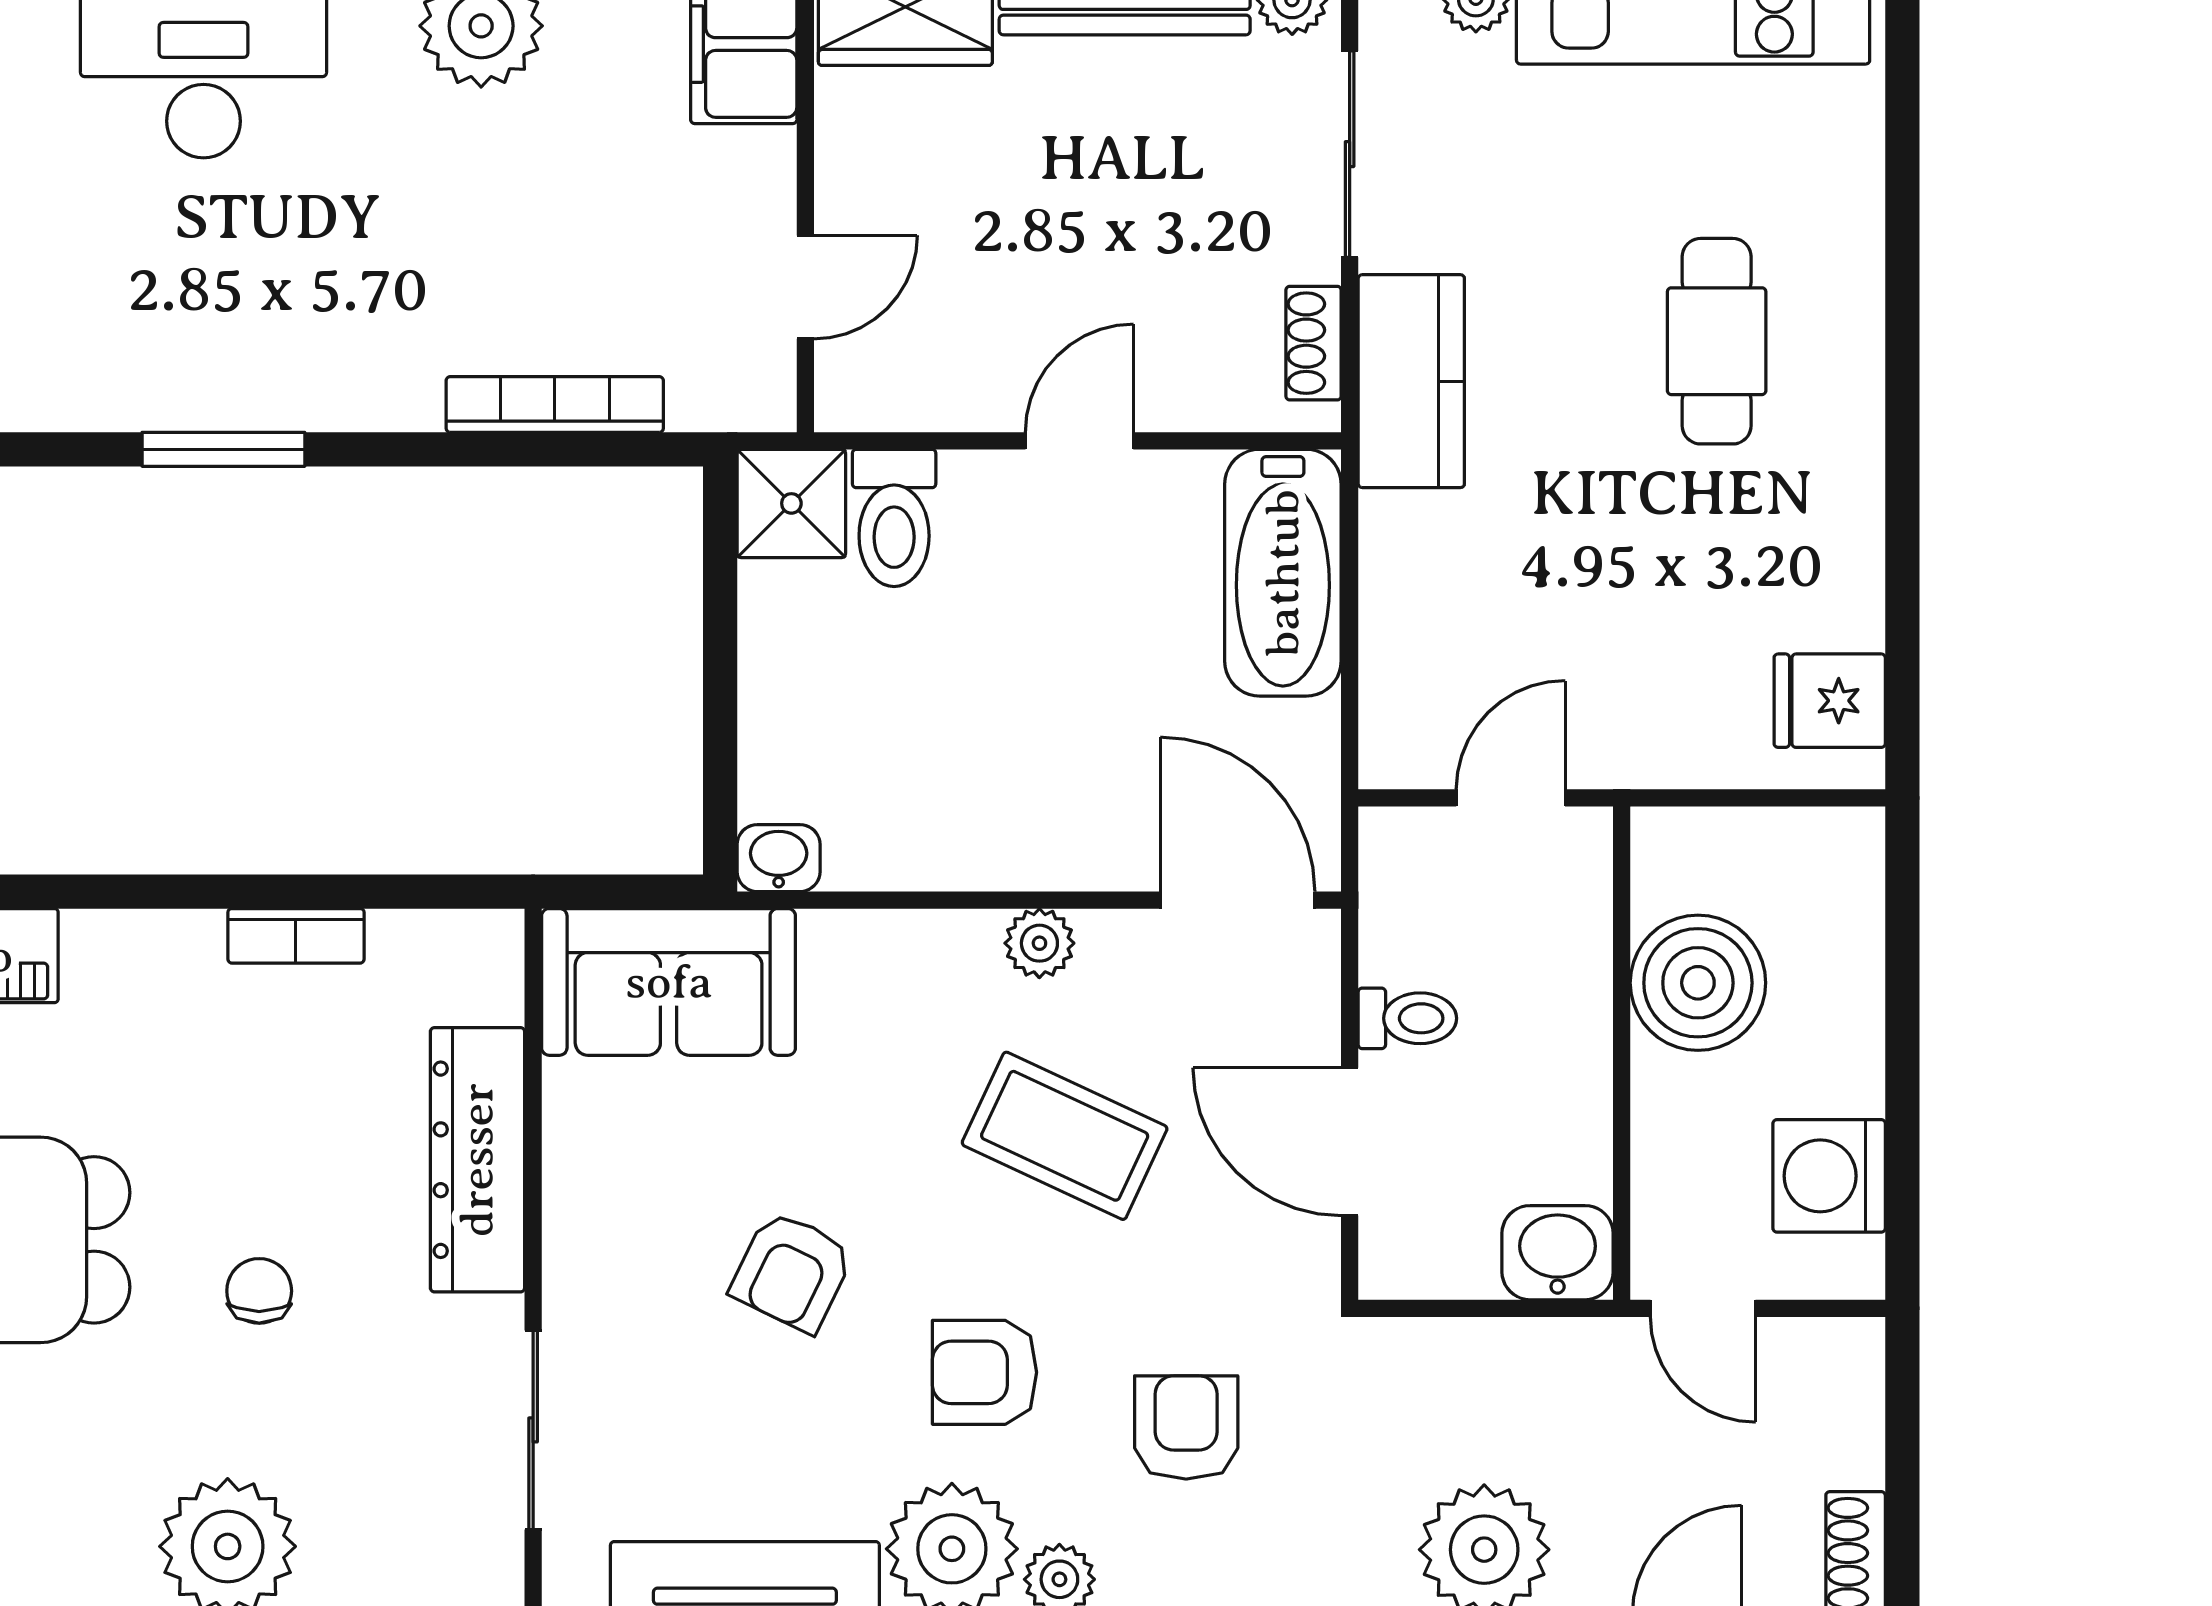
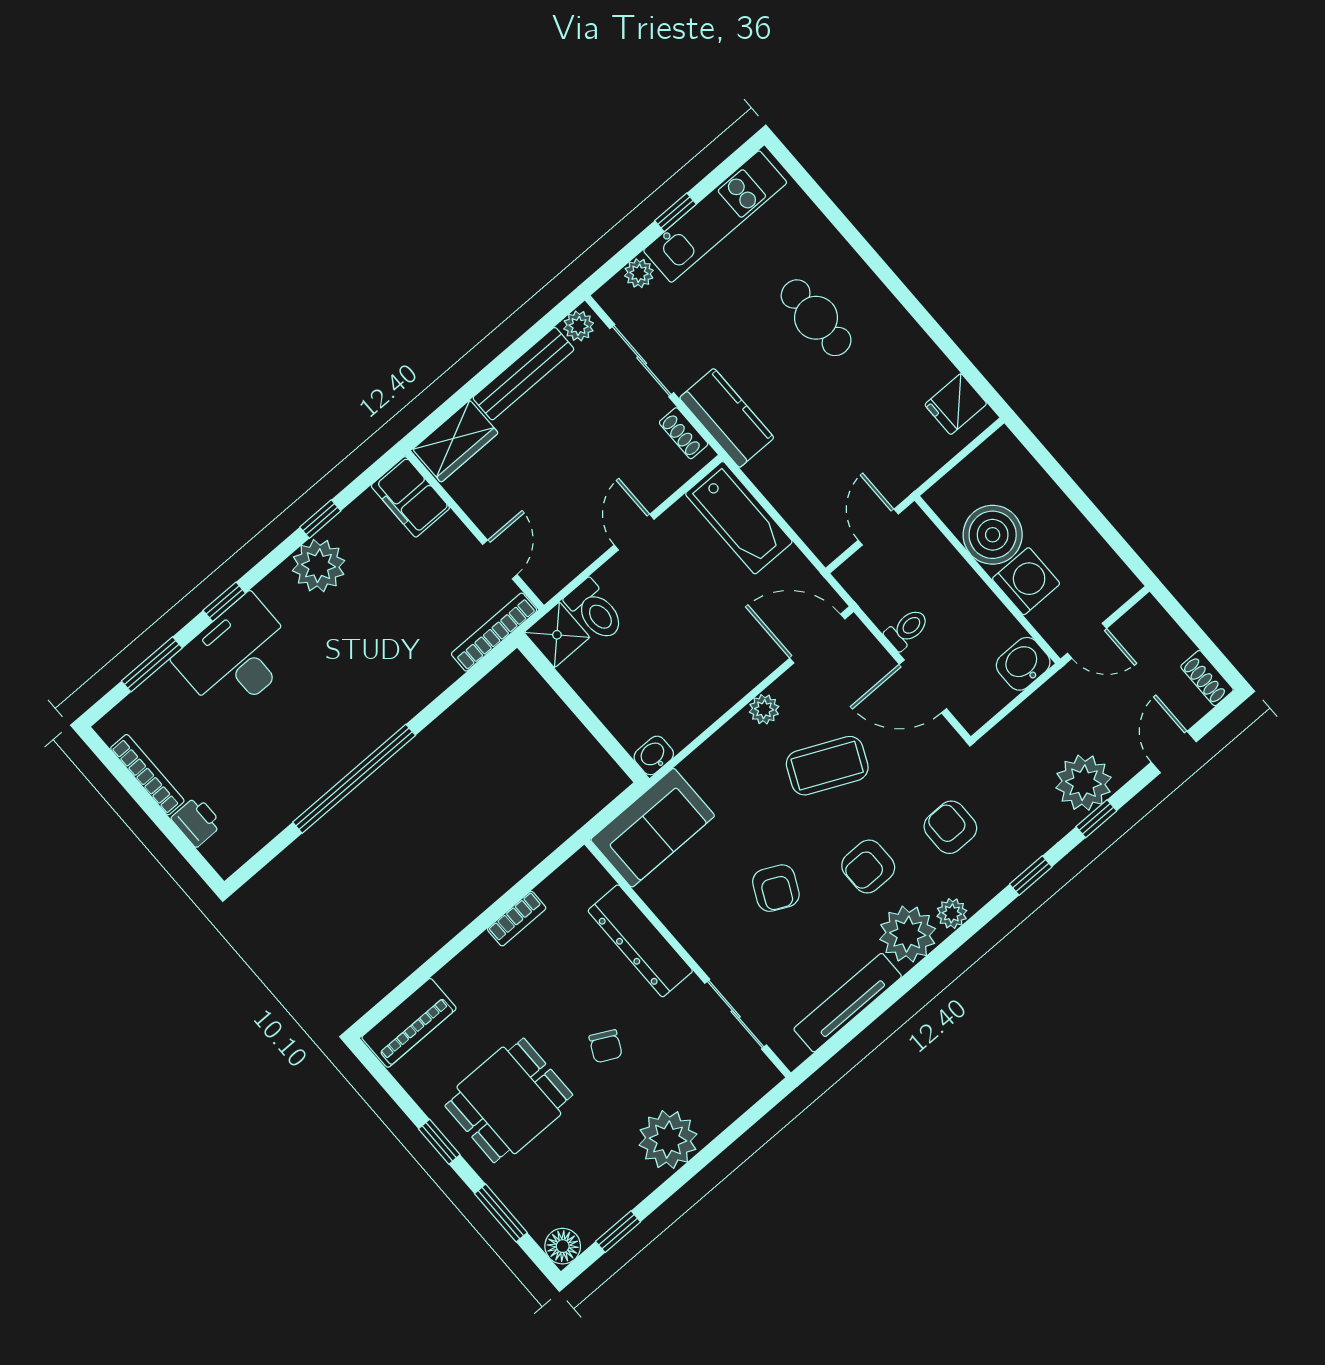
bookcase: (555, 404) -> (494, 632), moved
window: (223, 449) -> (354, 779), width x2.11
washing machine: (1829, 1176) -> (1026, 581), moved, turned 180
chair: (259, 1291) -> (606, 1046), turned -153

